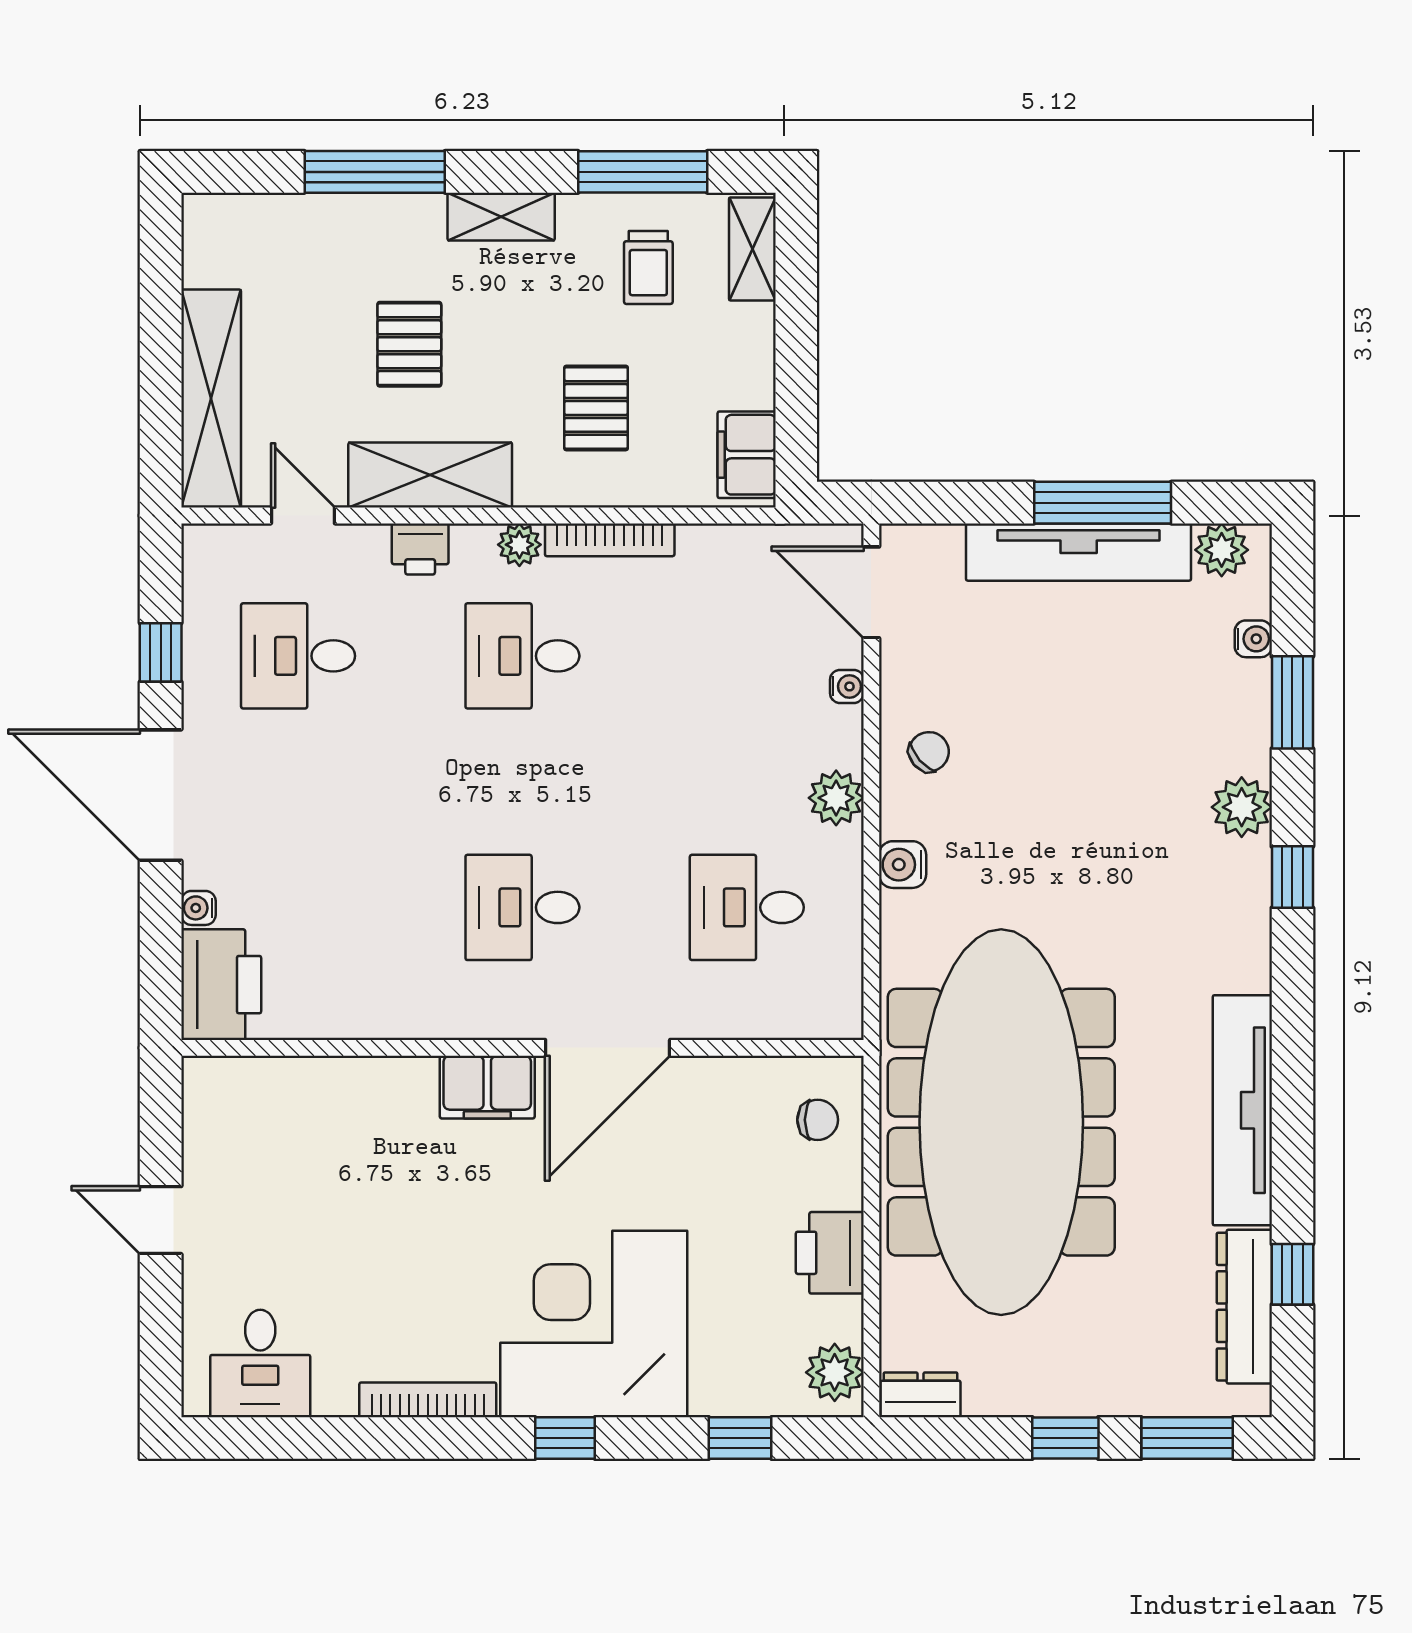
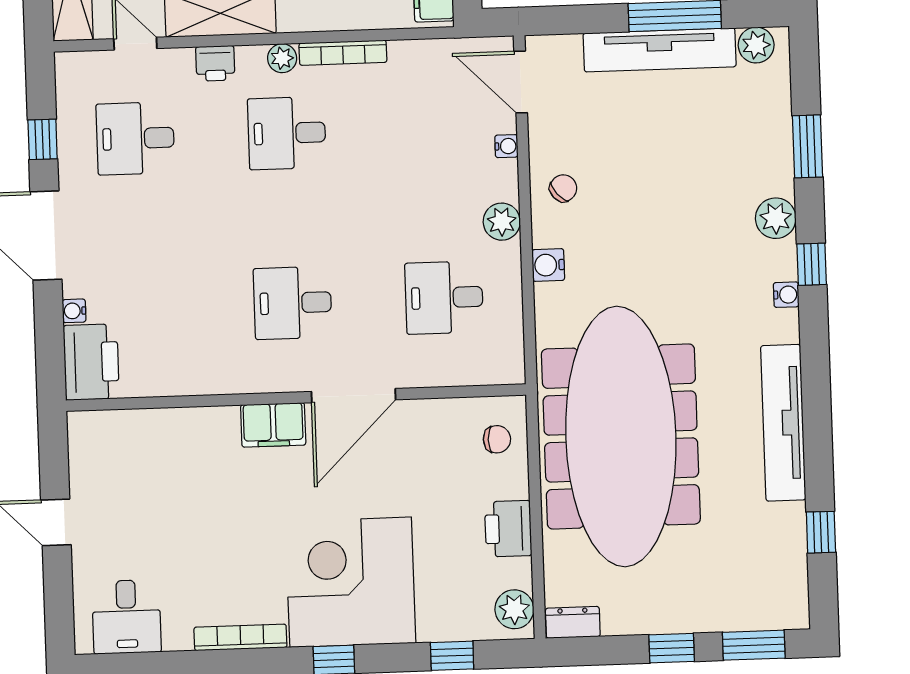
water cooler: (1253, 639) -> (786, 295), moved
dresser: (1244, 1307) -> (789, 555), removed

